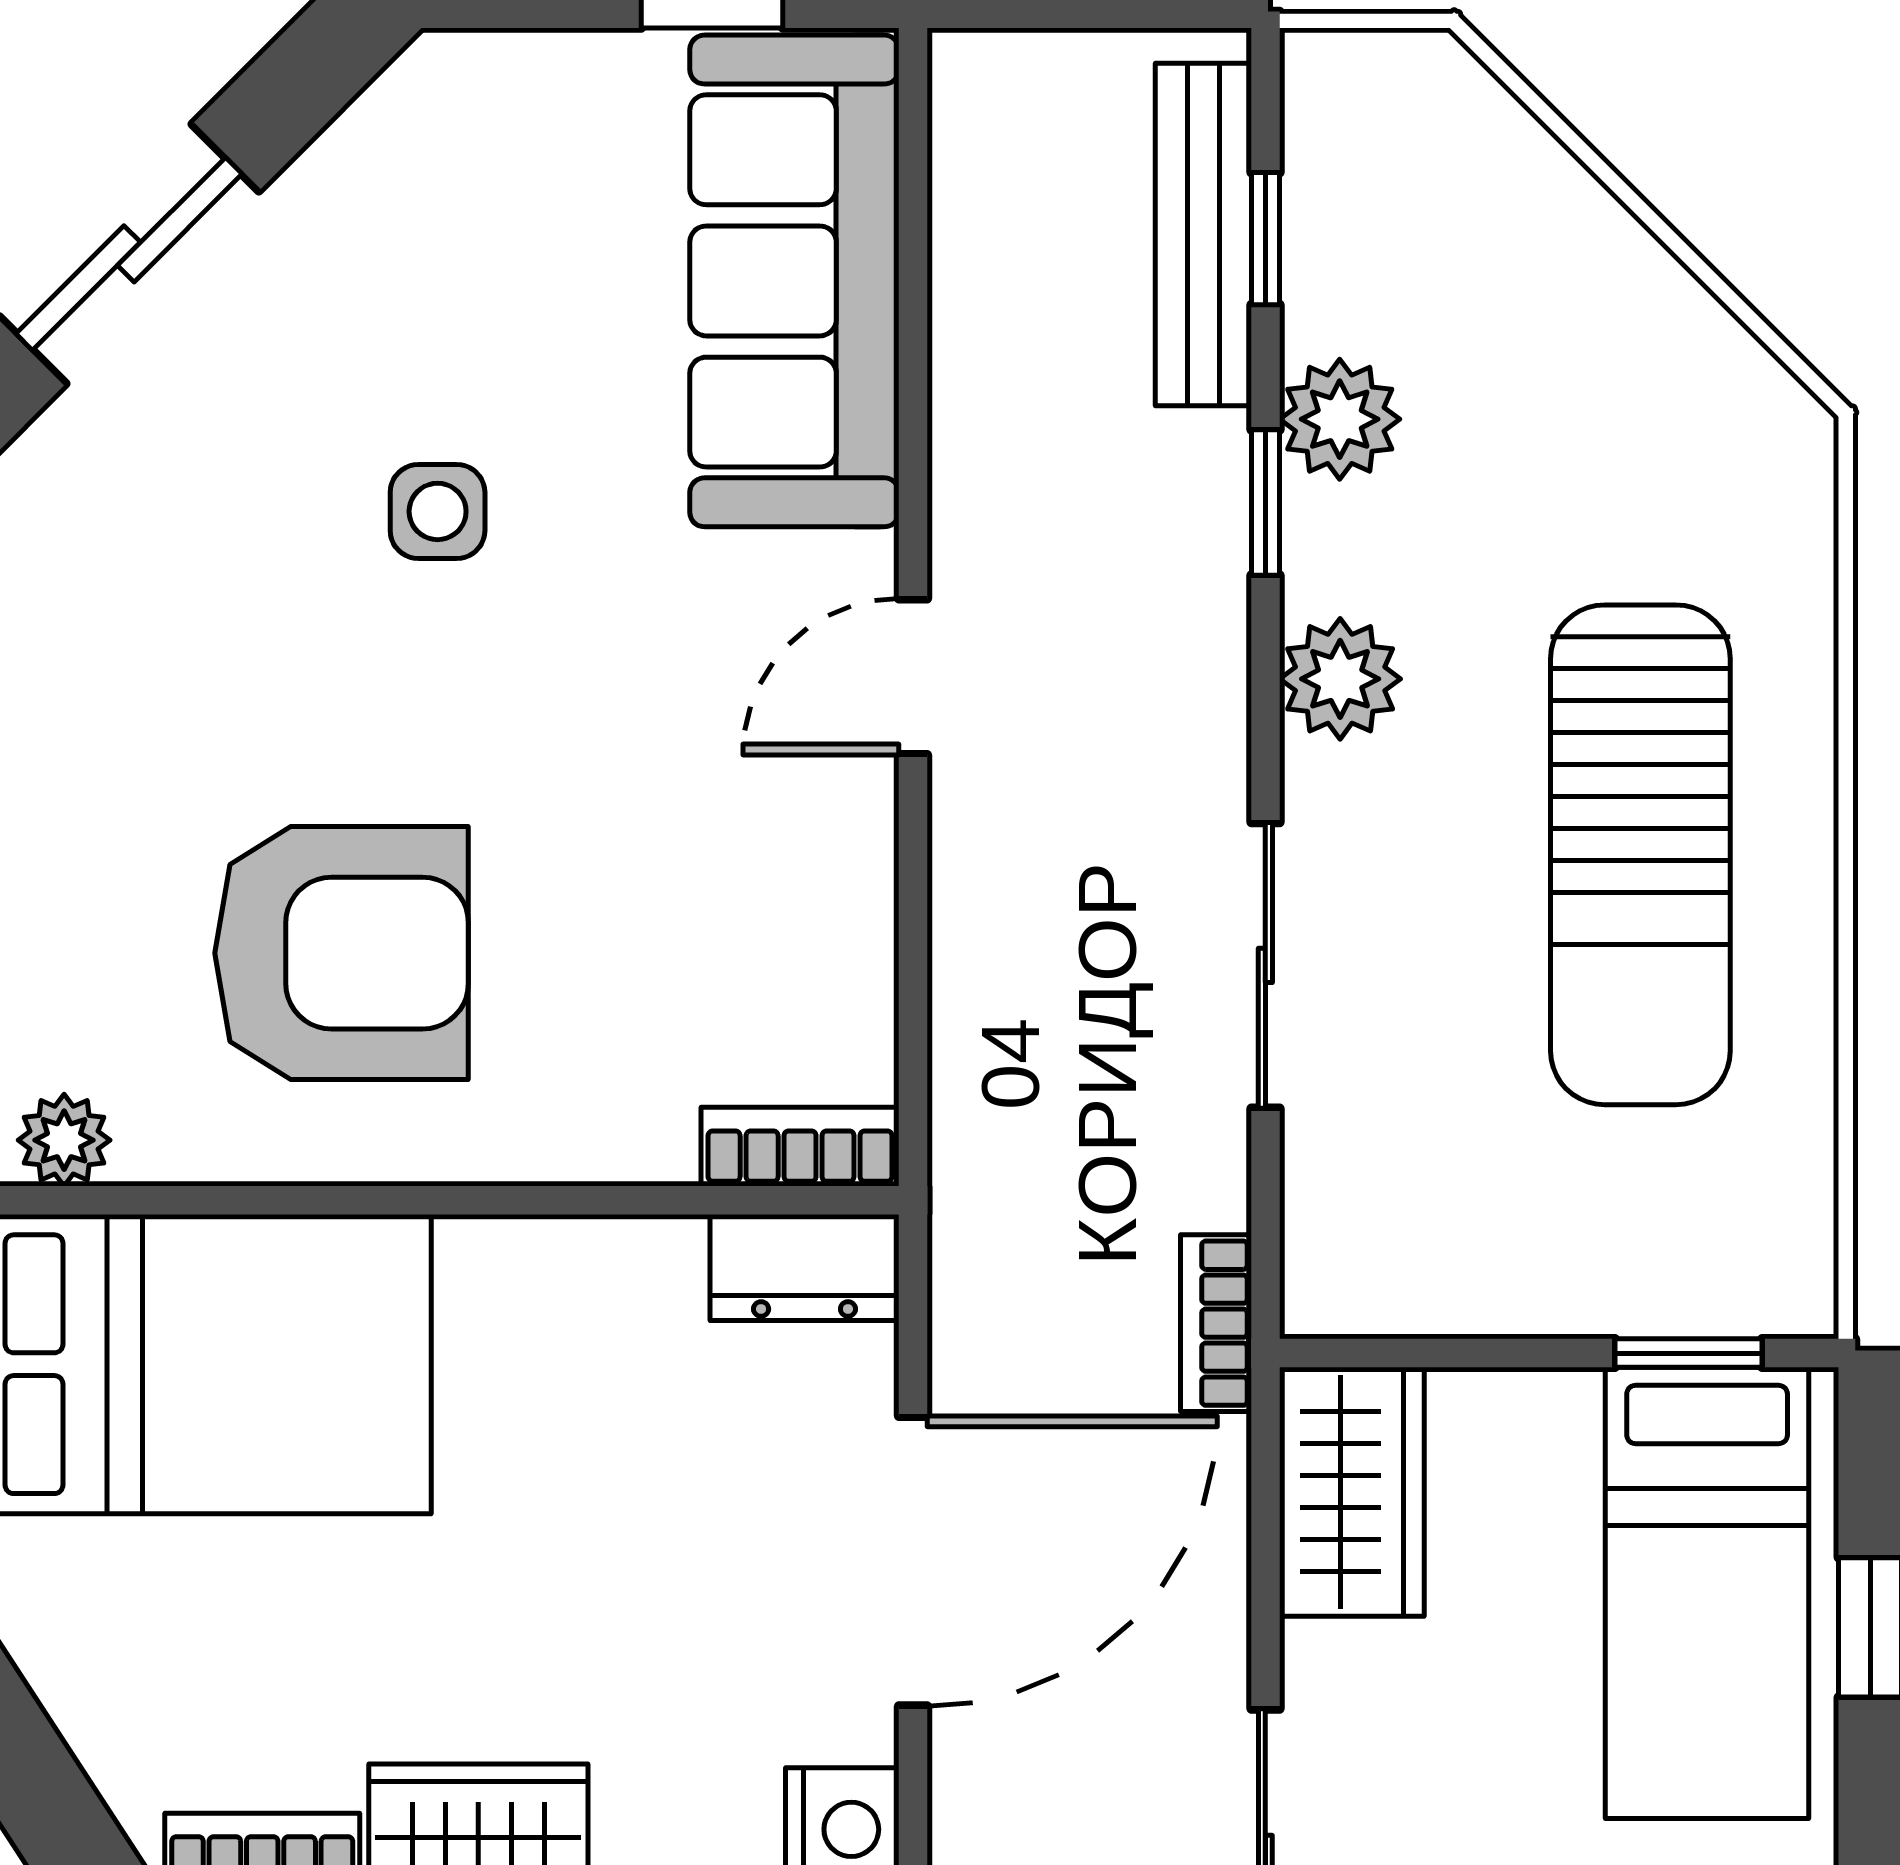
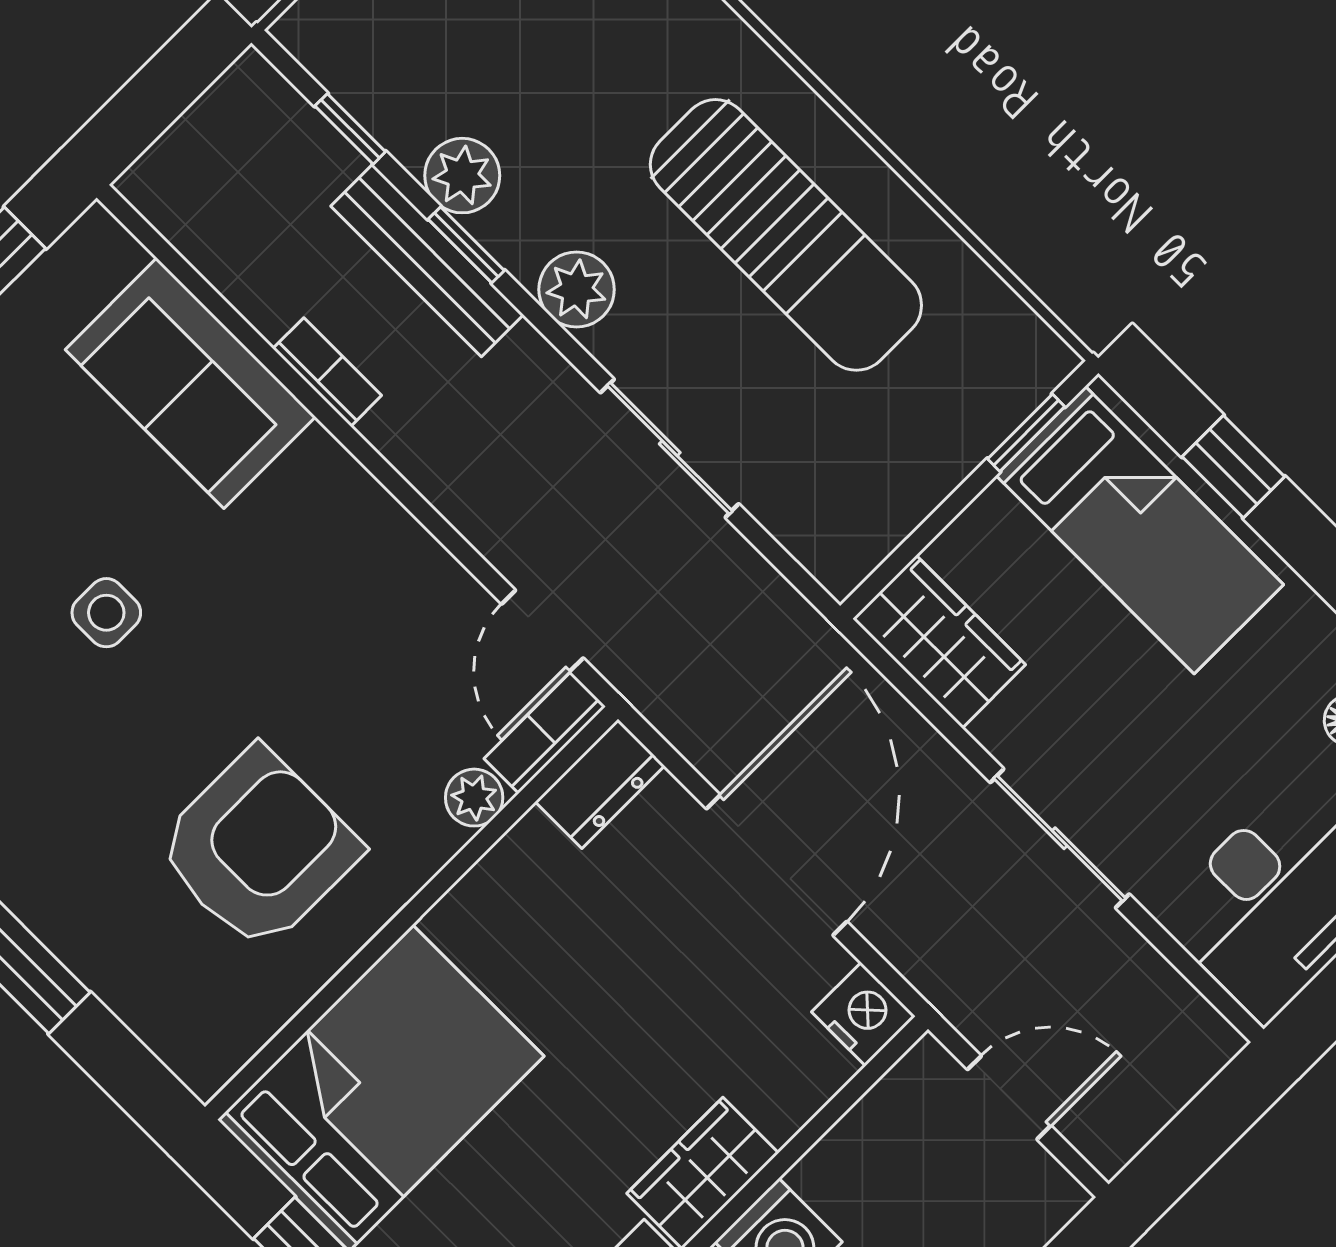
bench: (1203, 234) -> (427, 260), moved
sofa: (794, 281) -> (190, 383), width x0.73
door: (913, 677) -> (542, 631), moved
plant: (64, 1140) -> (474, 798), moved
bookcase: (1216, 1323) -> (327, 372), moved, turned 180

